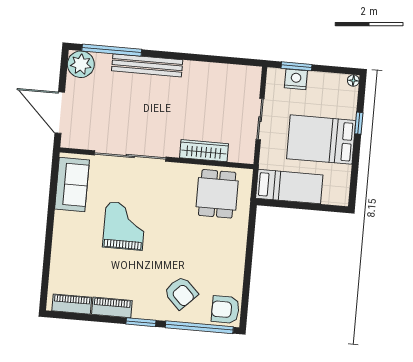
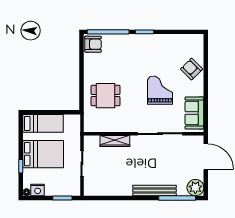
nightstand: (296, 79) -> (38, 190), moved
bed: (289, 187) -> (43, 123), moved, turned 180
dining table: (217, 194) -> (106, 96), moved, turned 90
grand piano: (124, 226) -> (160, 90), turned 180
armchair: (181, 293) -> (192, 69), moved
piano: (72, 304) -> (188, 39), removed
piano: (112, 307) -> (163, 39), removed

